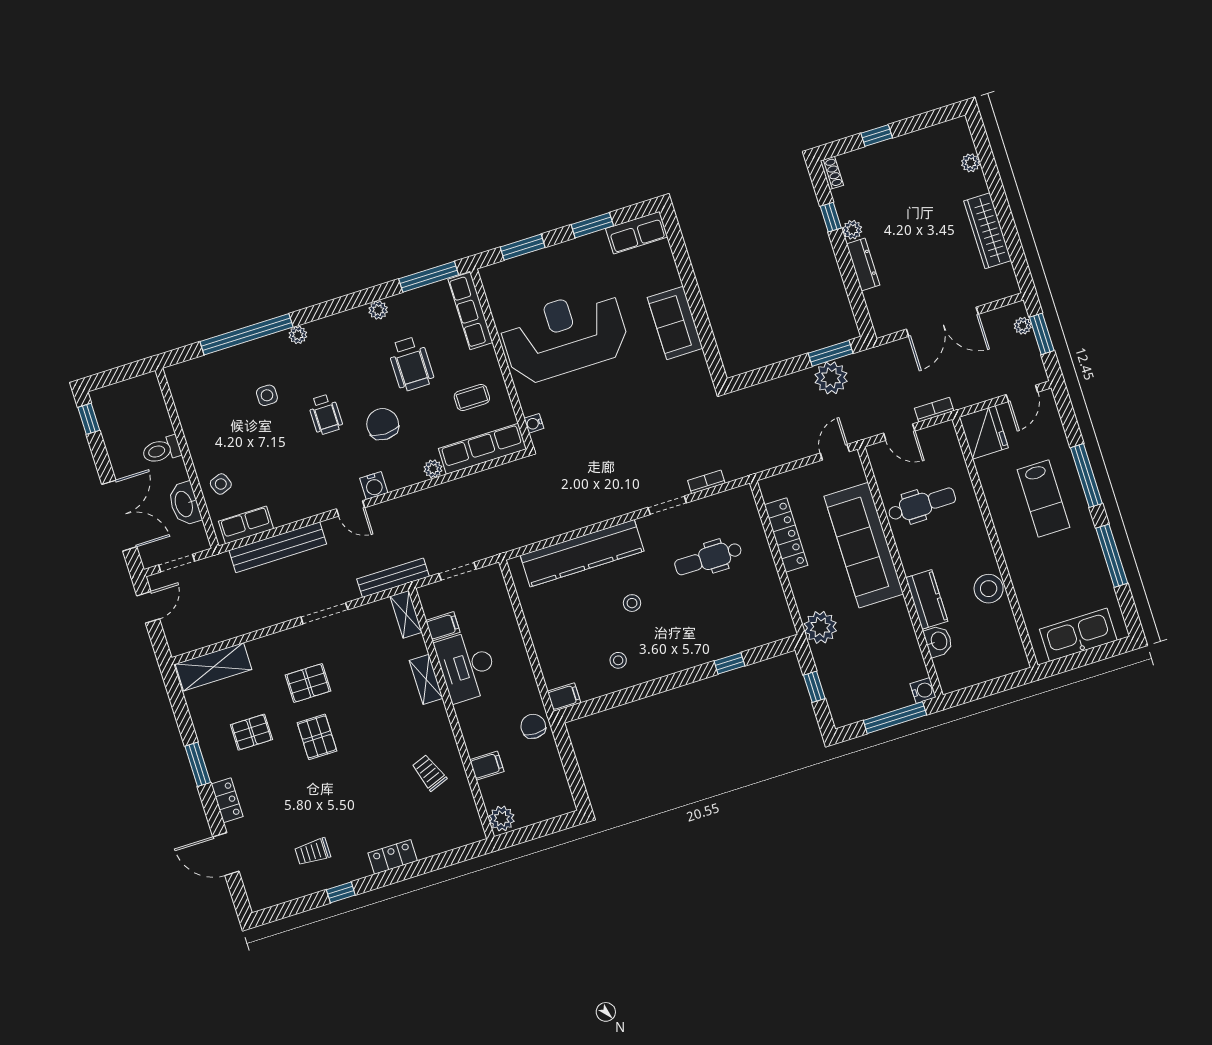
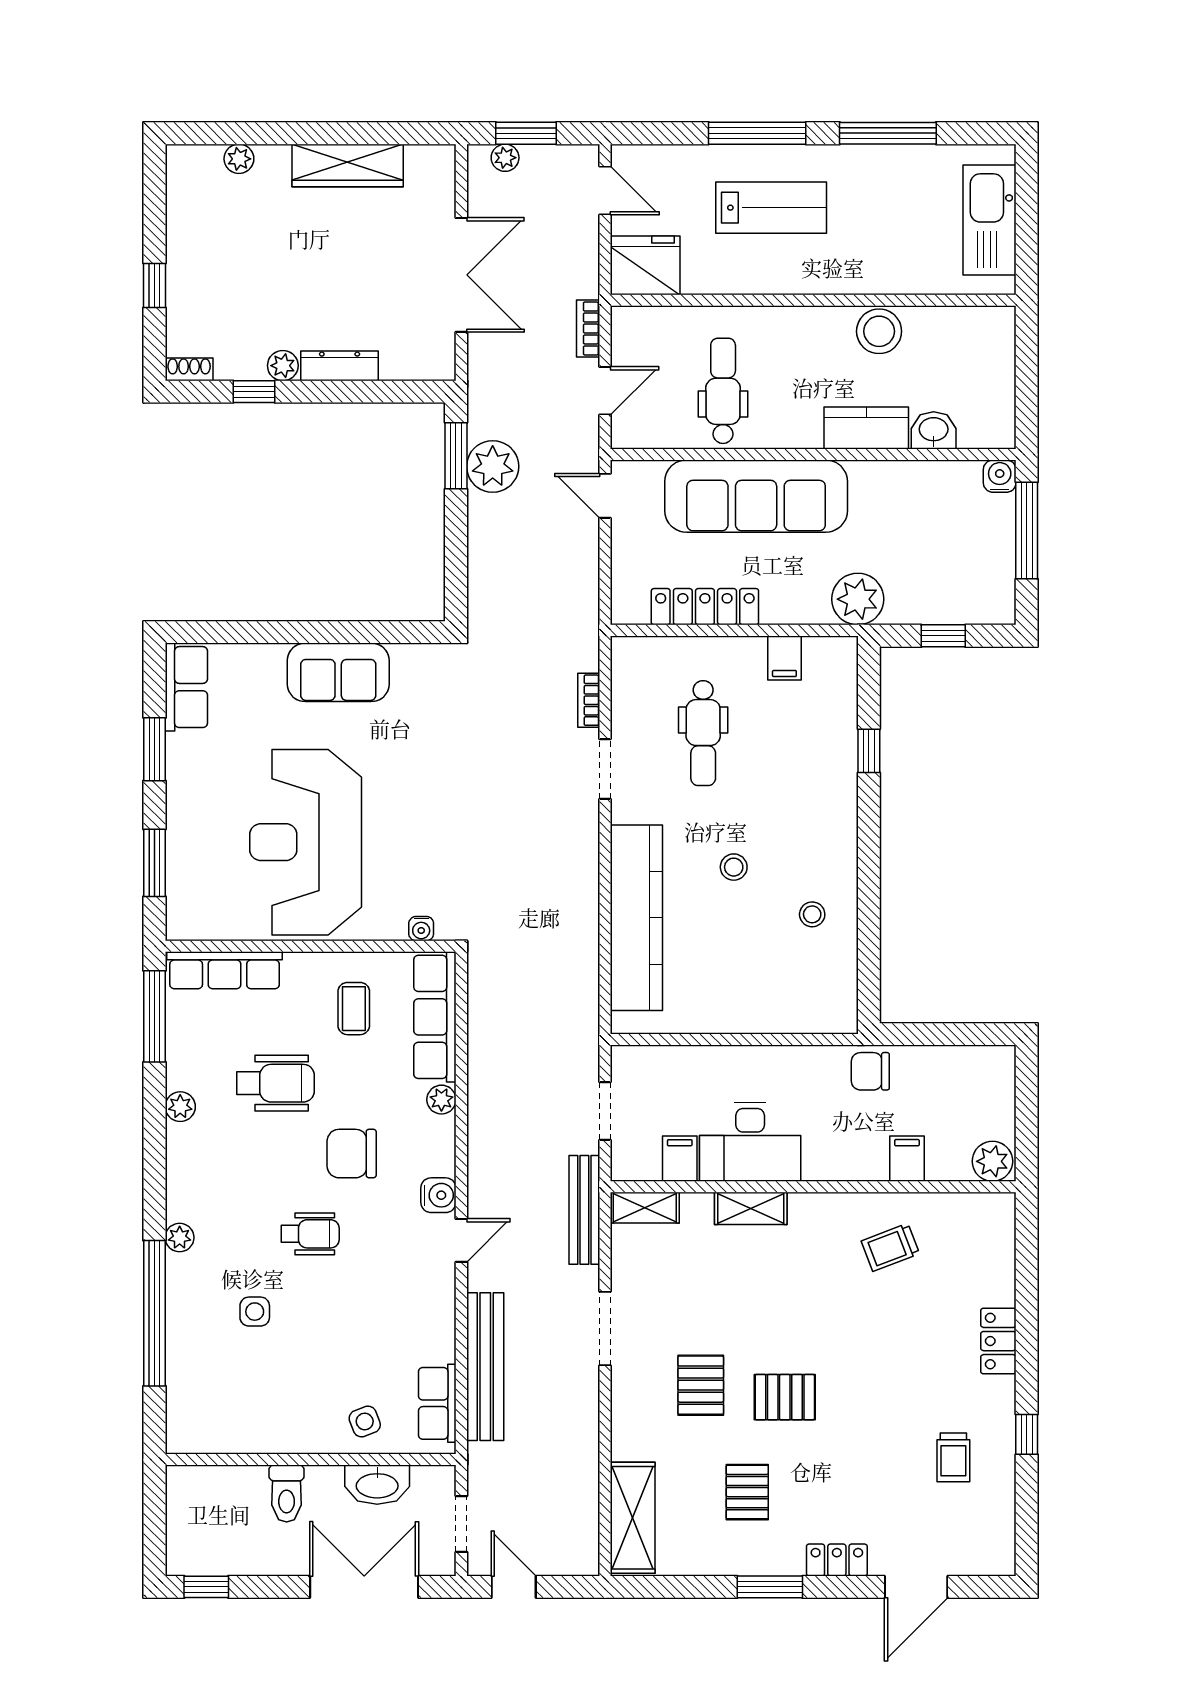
filing cabinet: (564, 697) -> (784, 658), moved, turned 180

